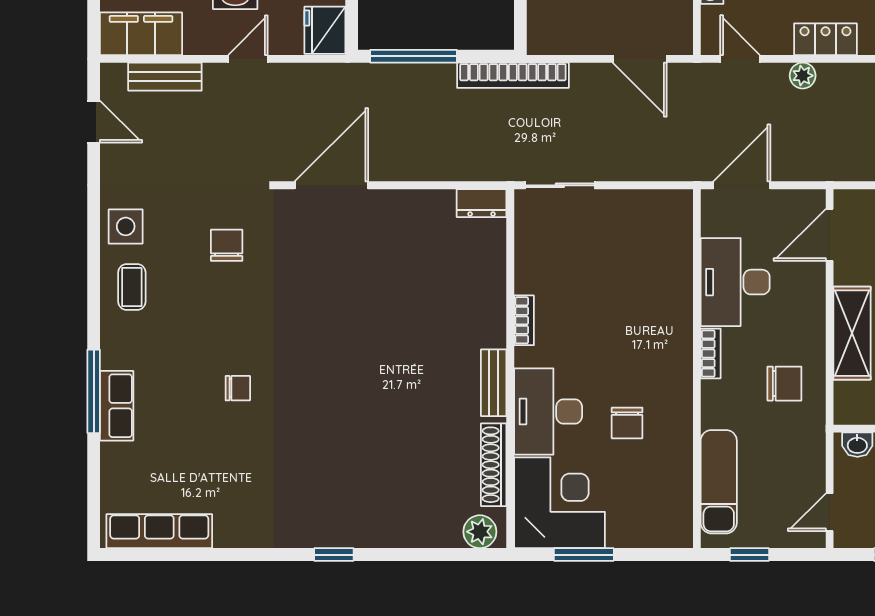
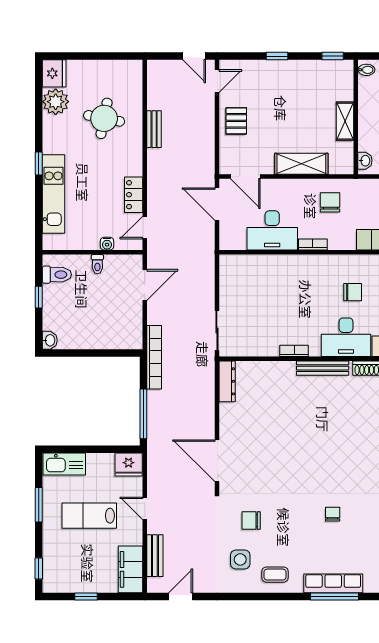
locker: (825, 39) -> (134, 195), moved
plant: (803, 76) -> (154, 192), removed
door: (742, 185) -> (217, 204), moved
dresser: (482, 203) -> (227, 381), width x1.44
side table: (126, 226) -> (240, 559), moved
bench: (494, 383) -> (323, 368), width x1.36
row of seats: (117, 406) -> (333, 583), width x1.48

